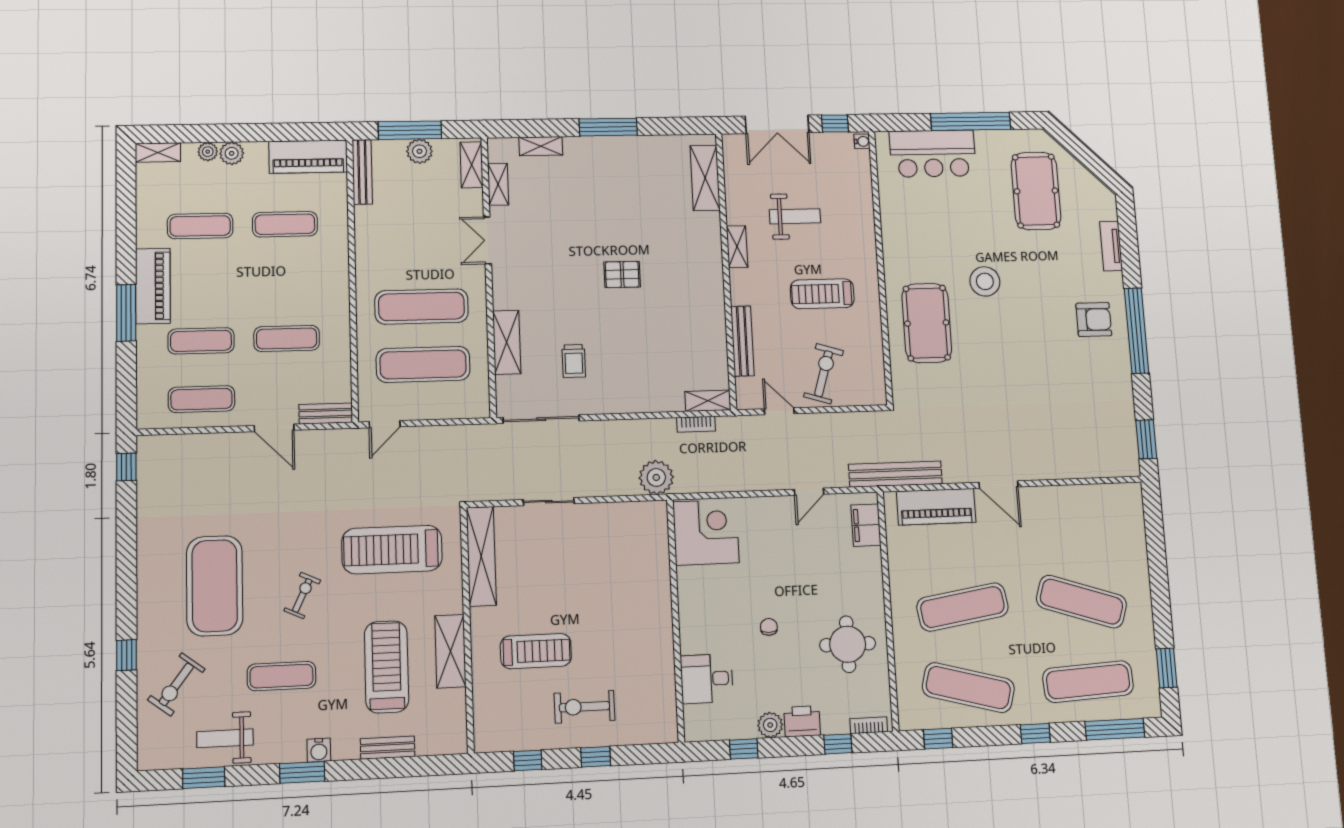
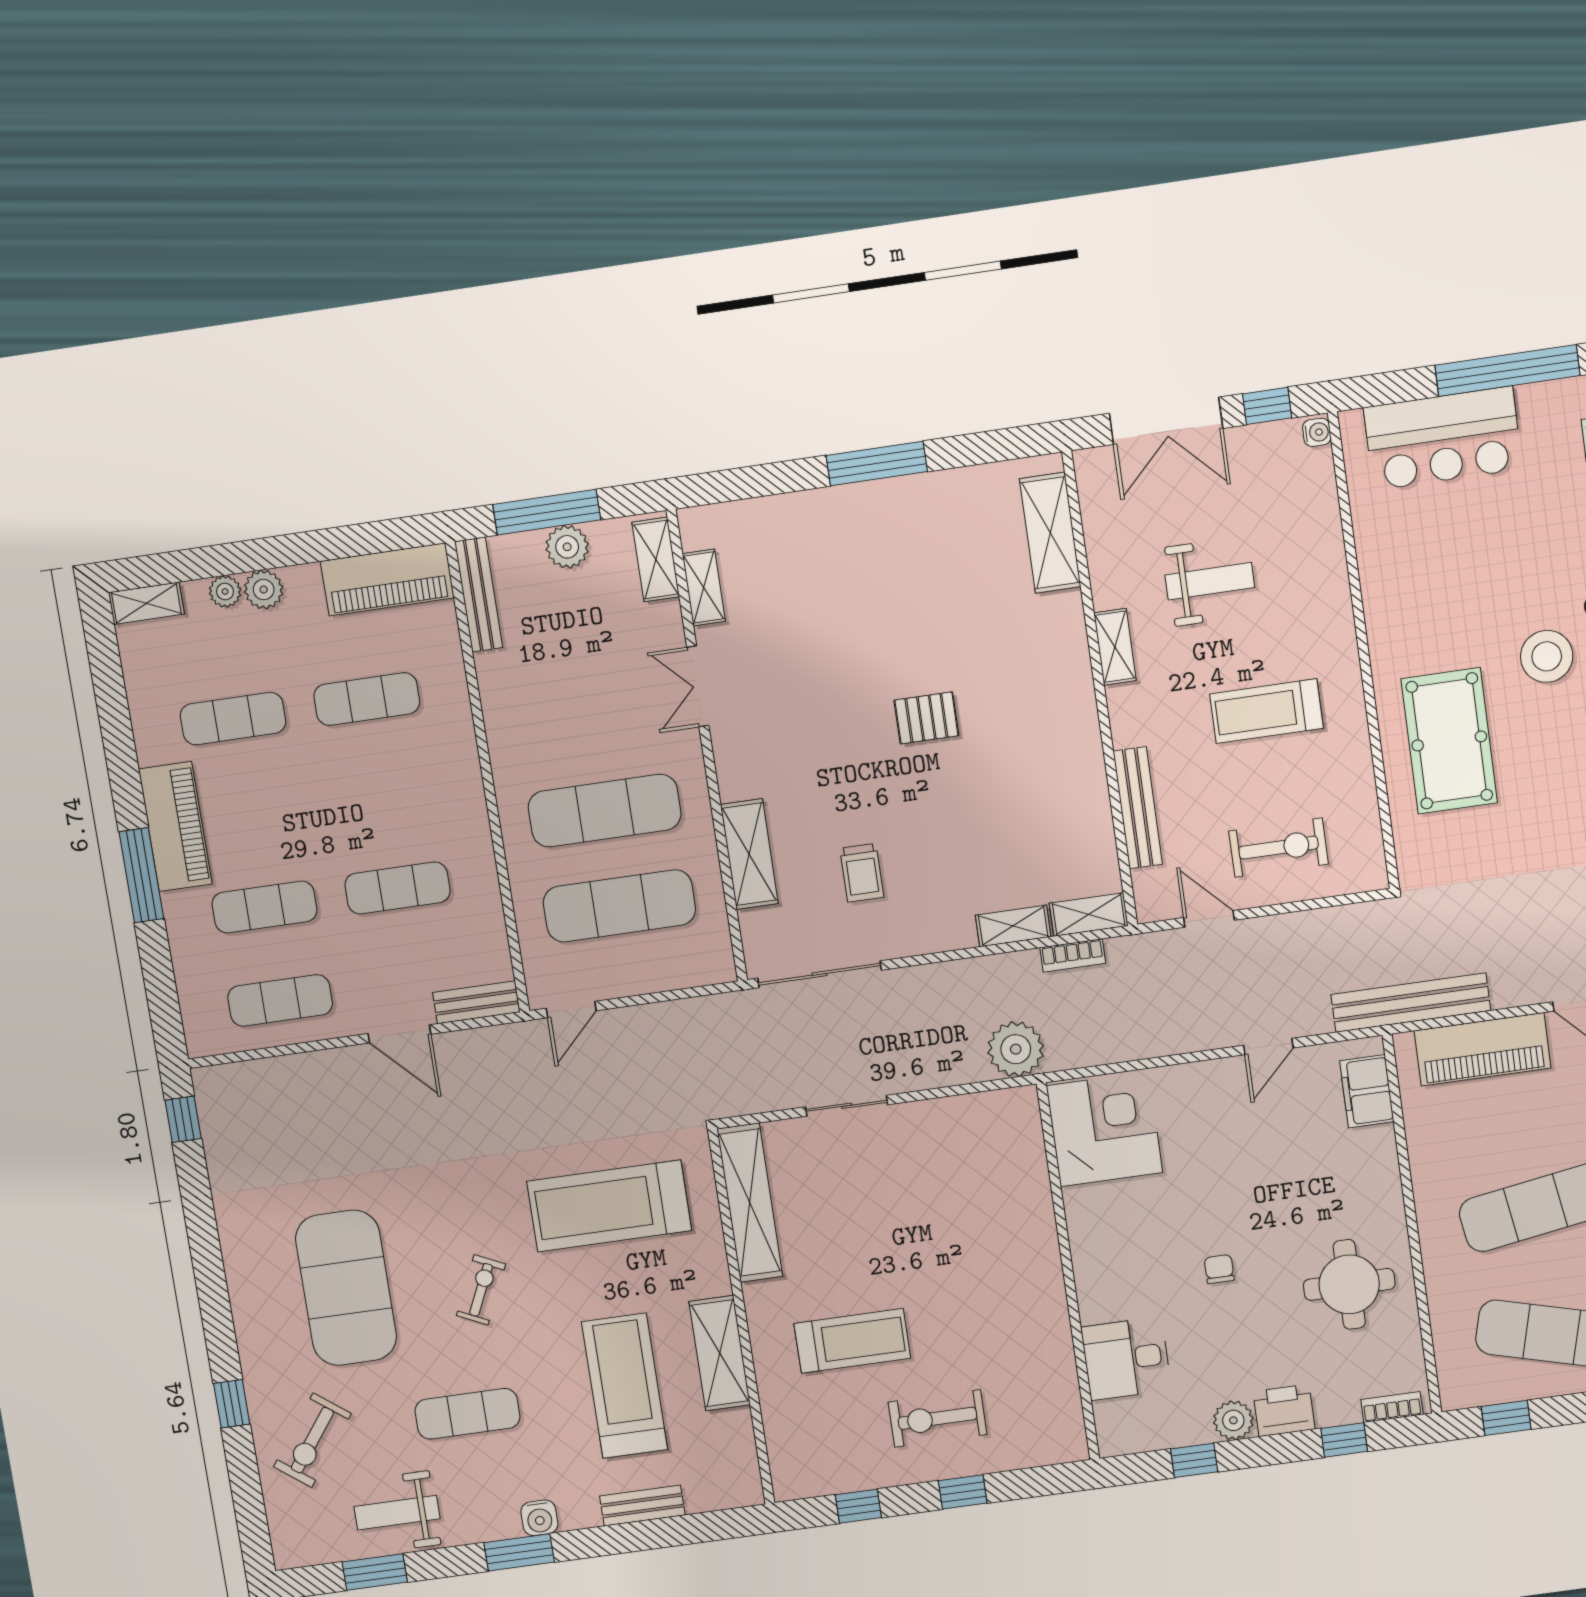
shelving: (541, 146) -> (1013, 926), moved
exercise bike: (824, 374) -> (1279, 848), turned 73

